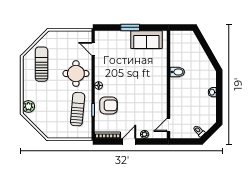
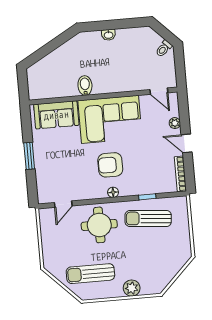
sofa: (146, 40) -> (56, 115), moved, turned 90
corner sofa: (151, 88) -> (110, 119), added
armchair: (108, 105) -> (110, 165), moved, turned -90
plant: (28, 106) -> (132, 288), moved

